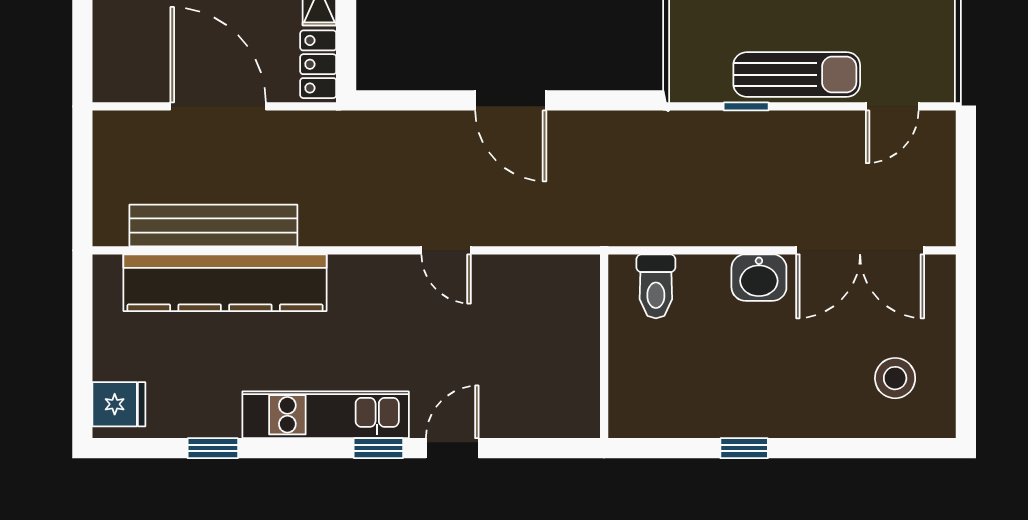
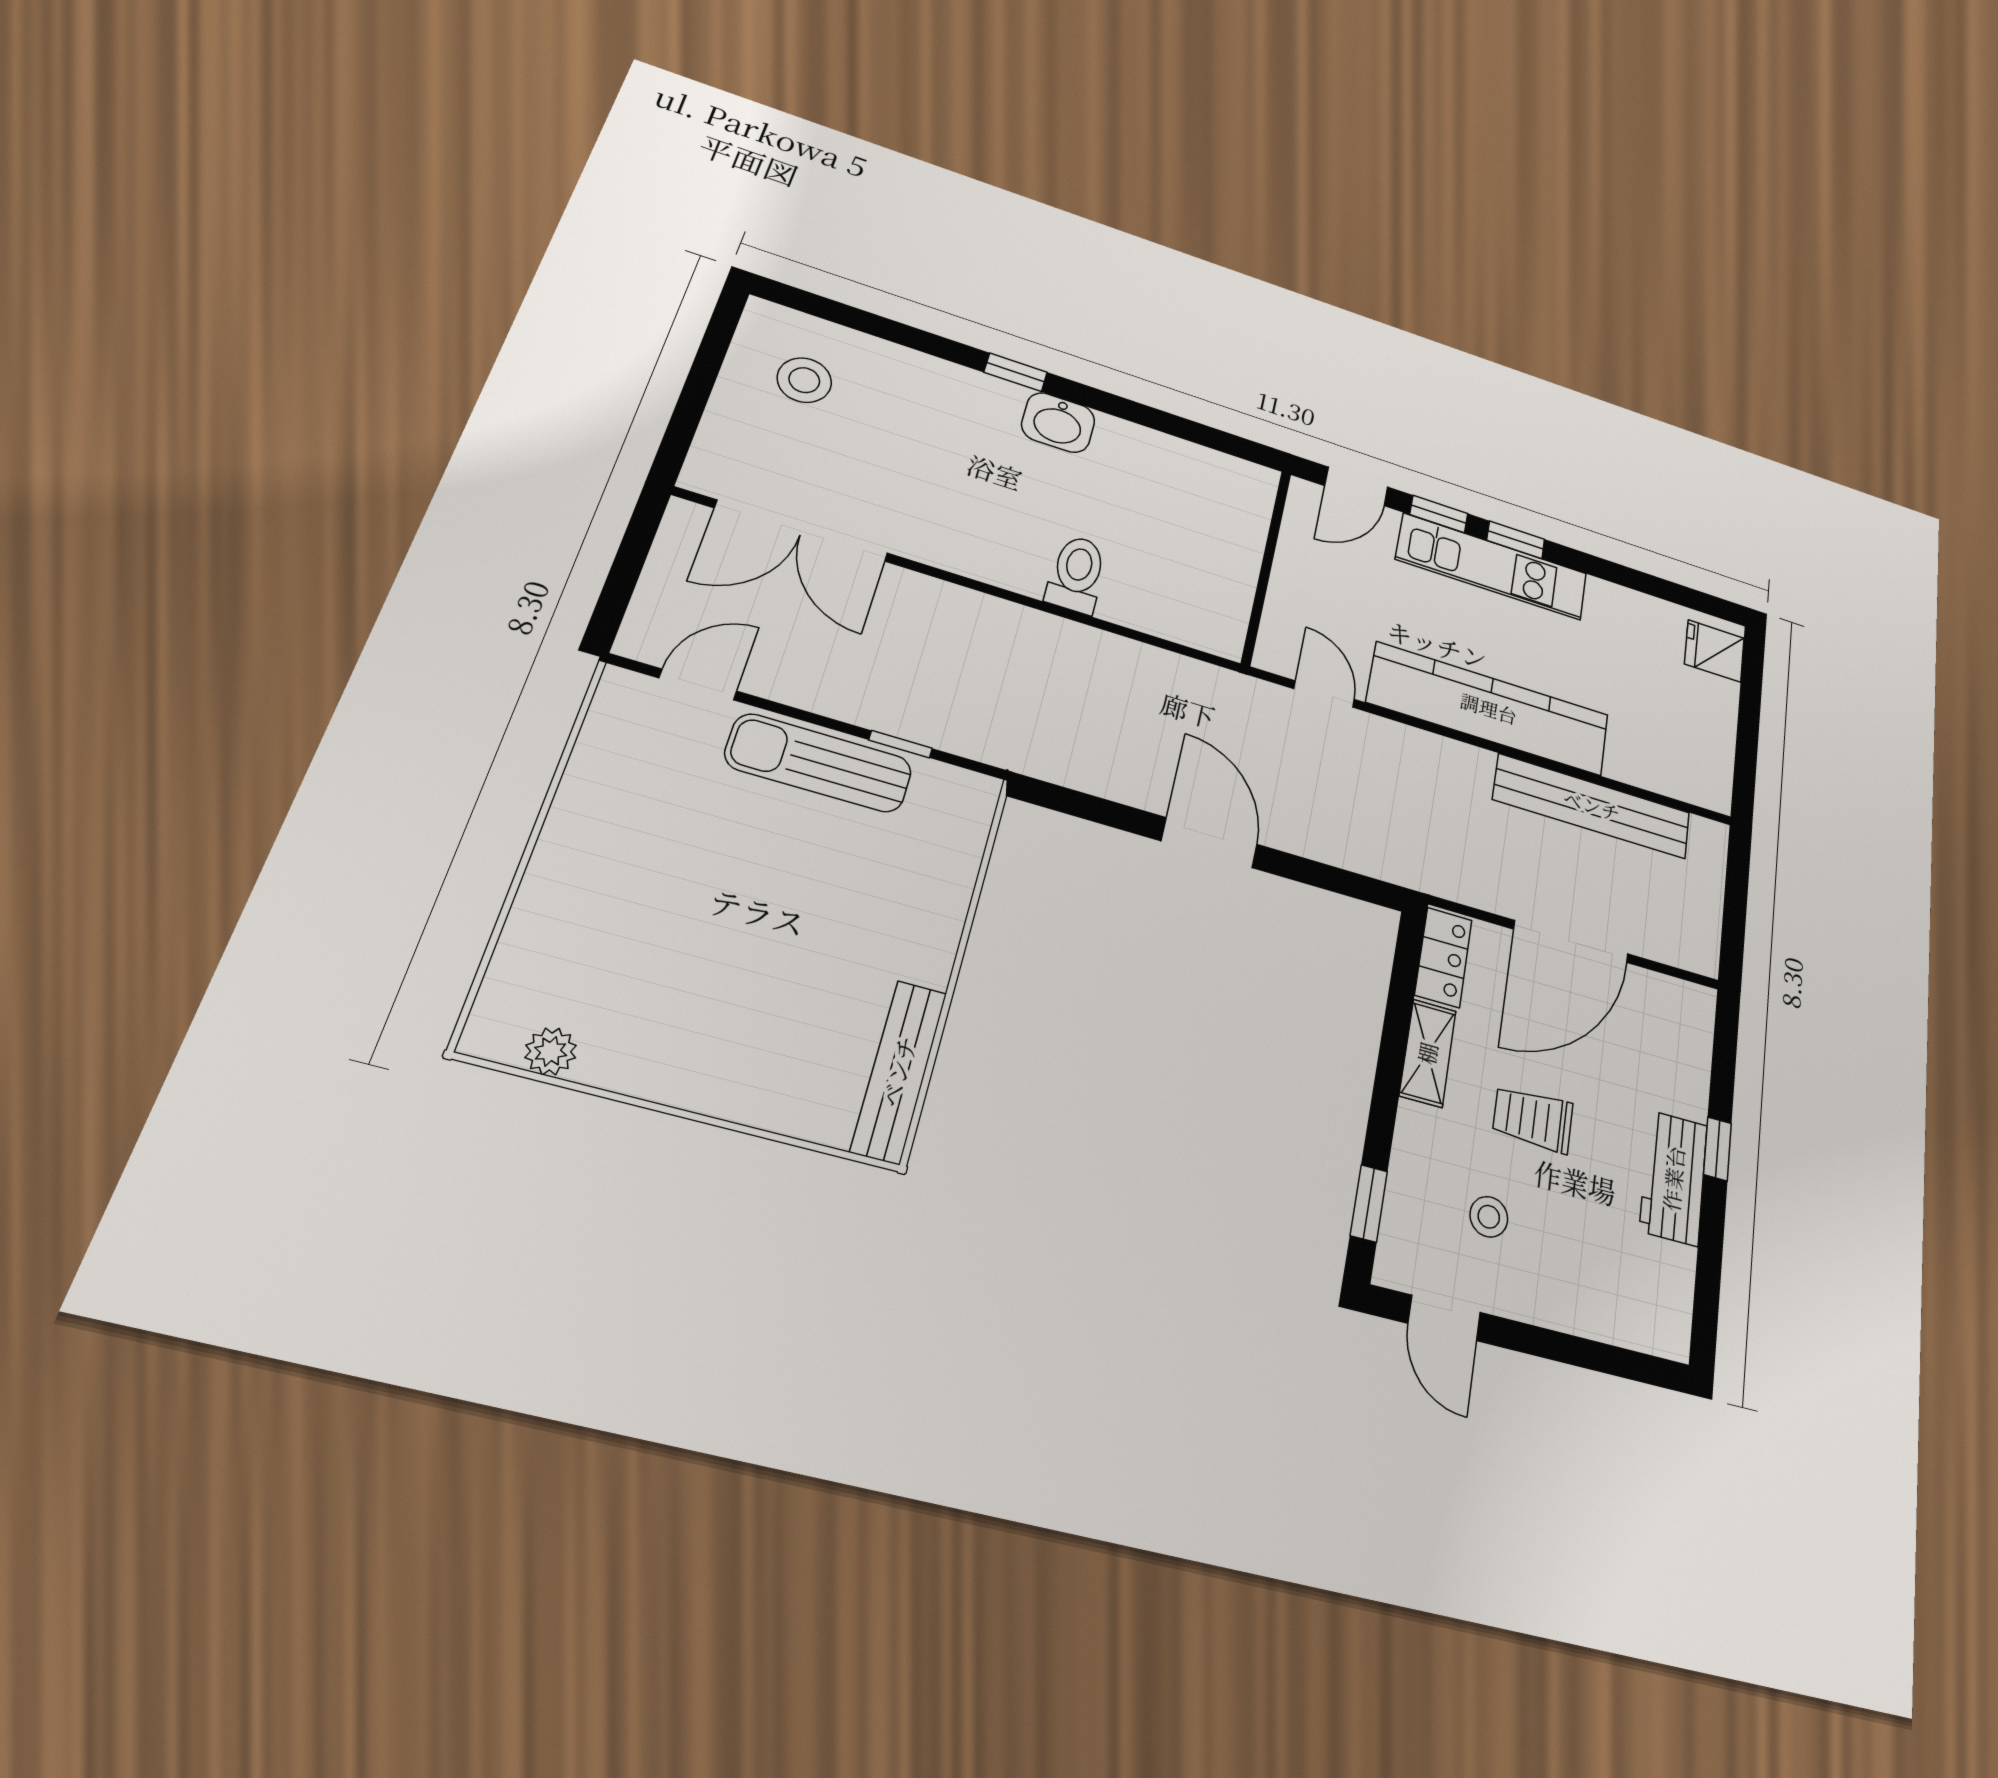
door: (218, 106) -> (1571, 942), hinge flipped
double door: (860, 250) -> (801, 531), swing flipped
washbasin: (759, 278) -> (1058, 423), moved, turned 180
kitchen counter: (225, 283) -> (1489, 709), moved
wall: (604, 346) -> (1266, 566), moved
window: (213, 448) -> (1516, 540), moved

